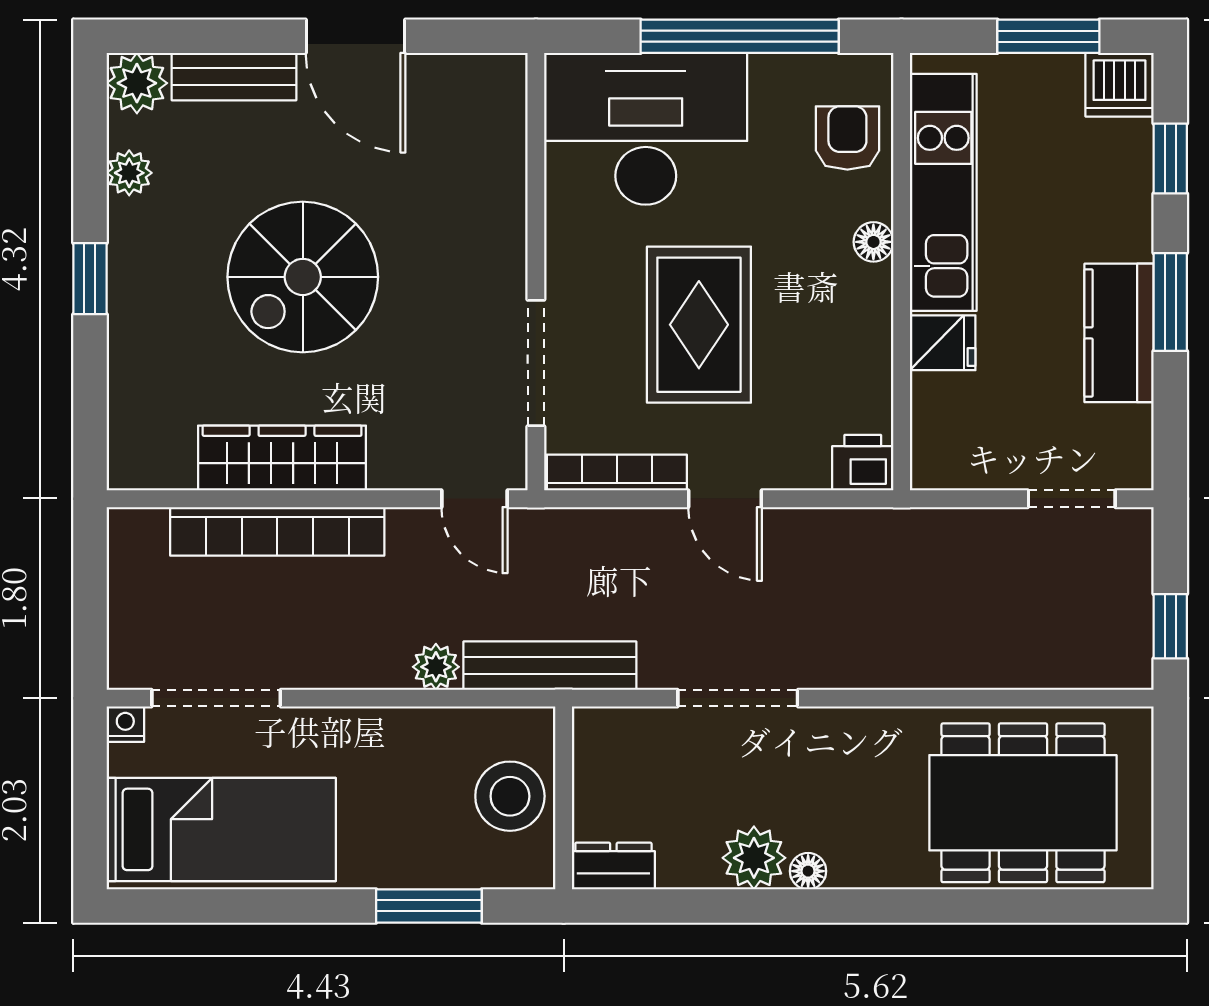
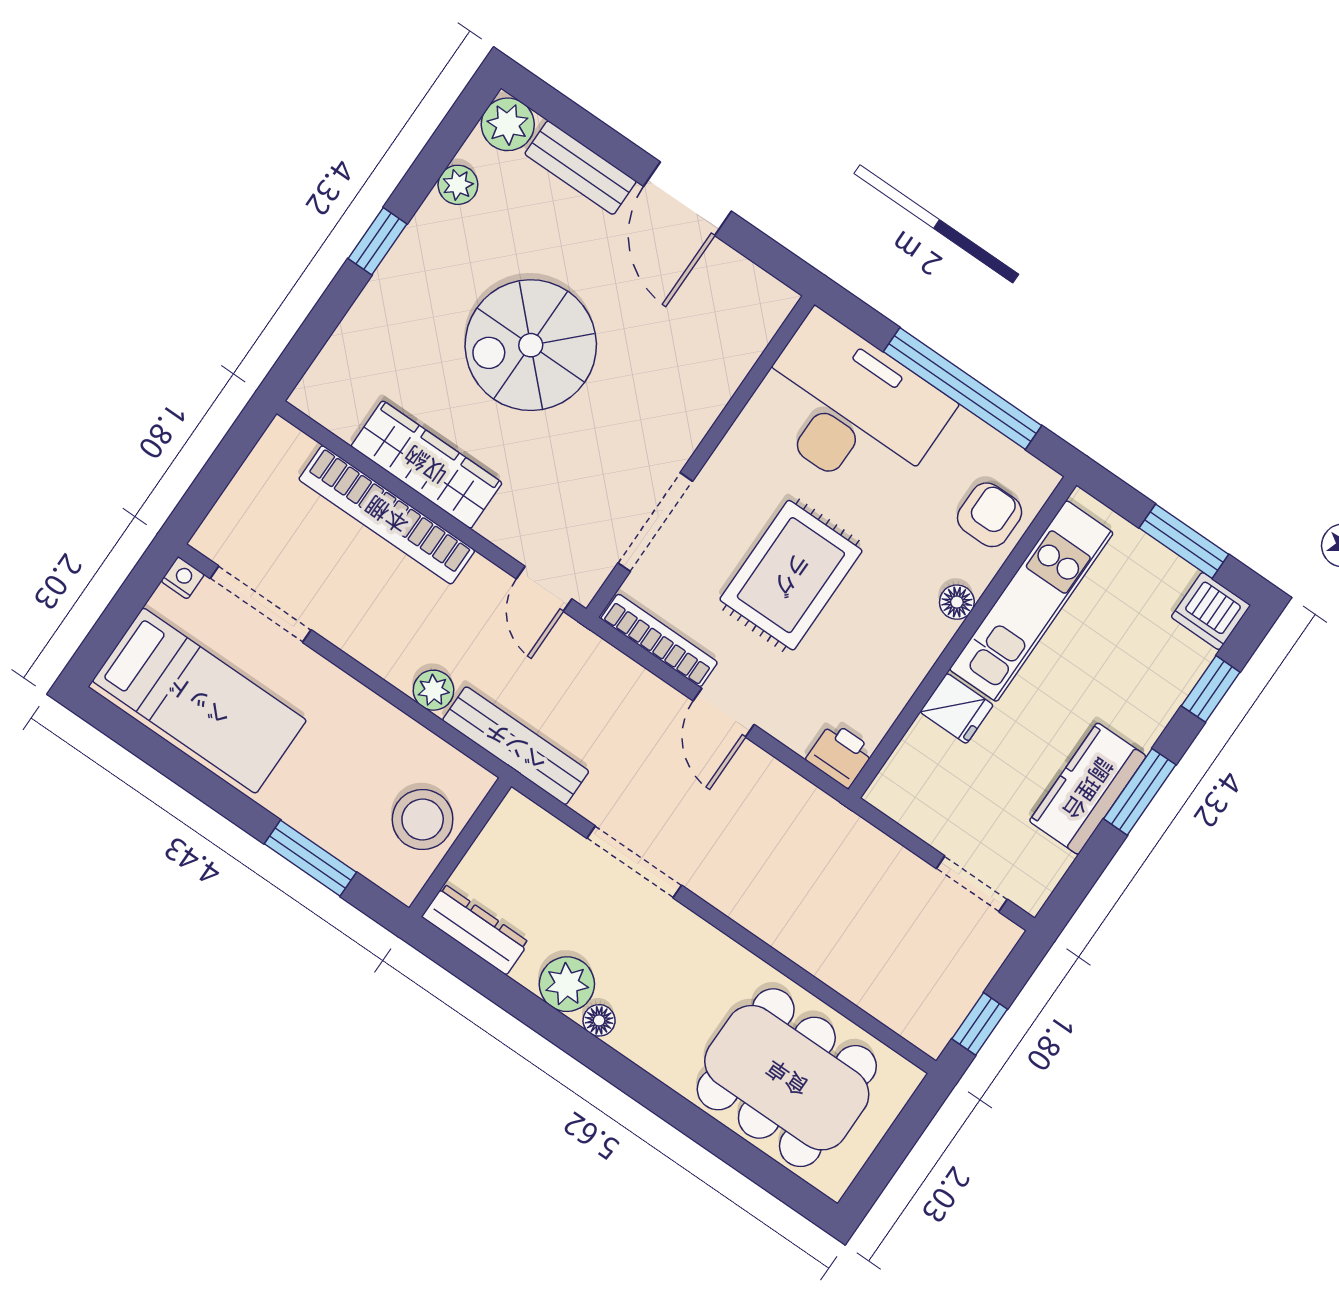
dresser: (613, 866) -> (475, 930), width x1.44

